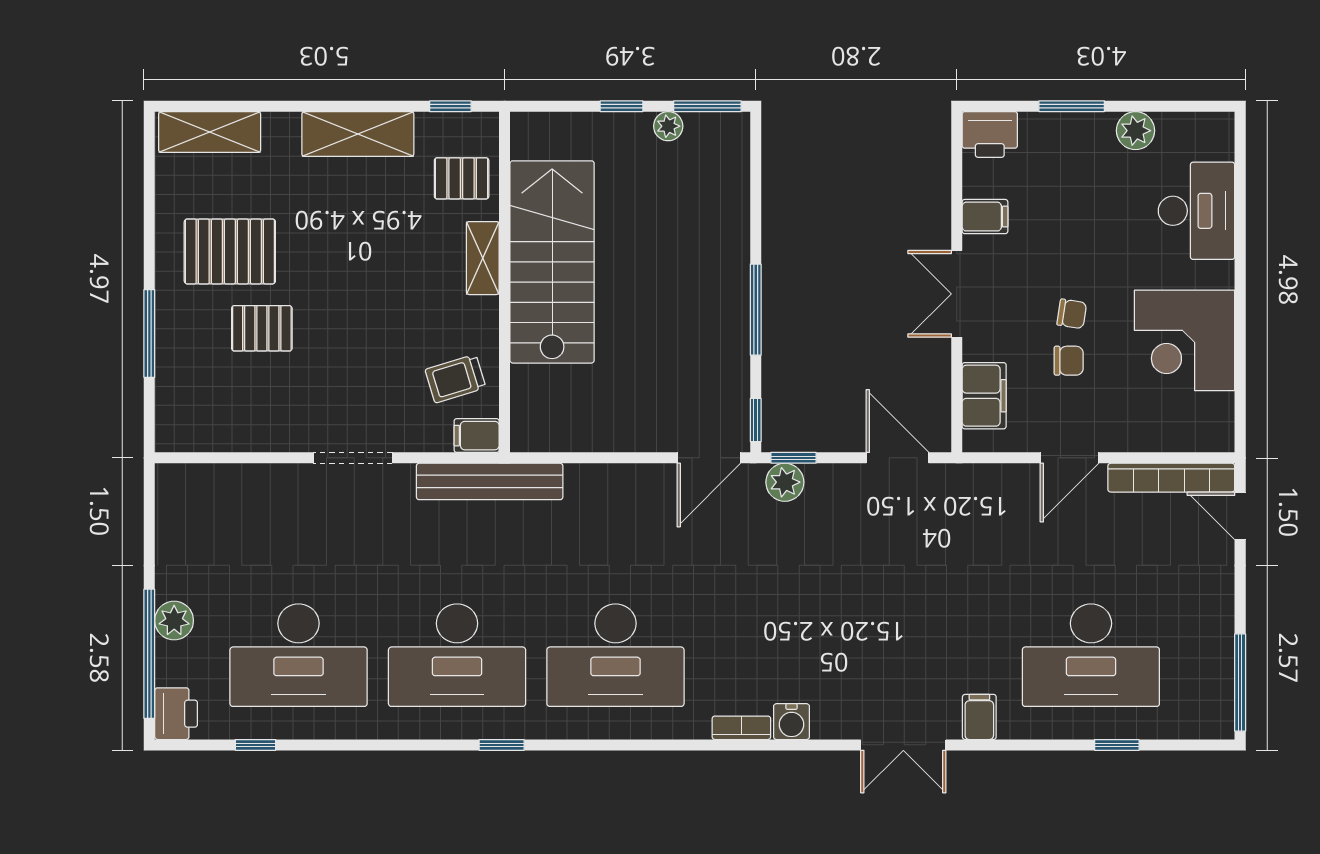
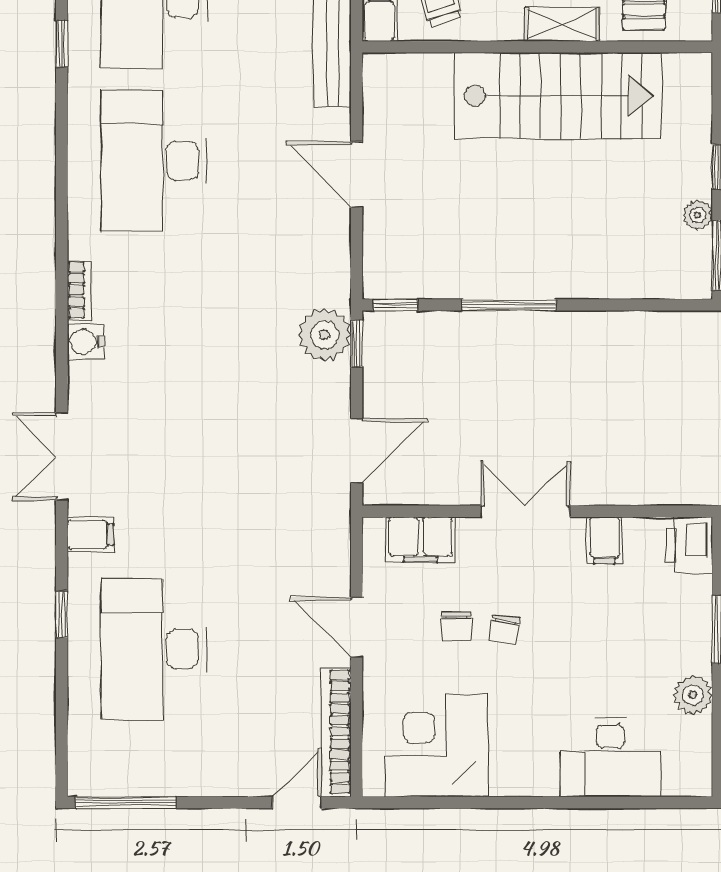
corner desk: (1185, 340) -> (436, 745), moved
door: (709, 458) -> (357, 175), moved
plant: (785, 482) -> (324, 335), width x1.36, depth x1.36
window: (1117, 745) -> (62, 614), moved

